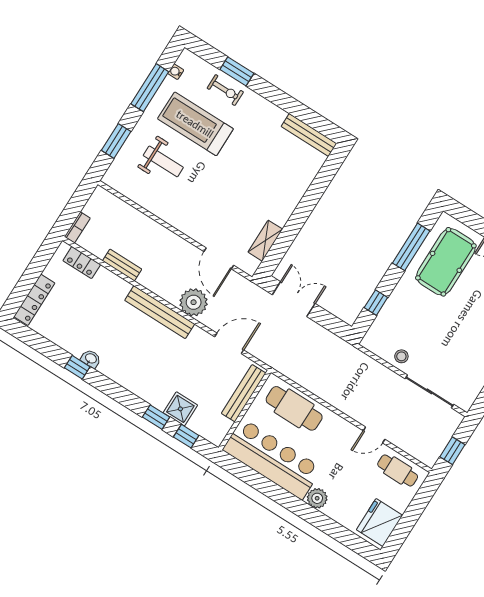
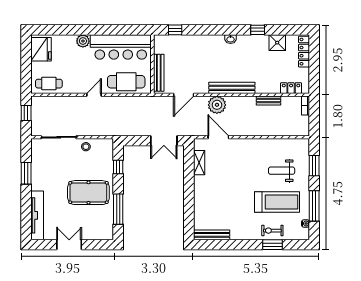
pool table: (446, 262) -> (88, 193), moved, turned 90
washbasin: (91, 359) -> (231, 39), moved
shower: (180, 409) -> (277, 43), moved
window: (156, 417) -> (198, 30), removed
door: (374, 435) -> (94, 95), moved

